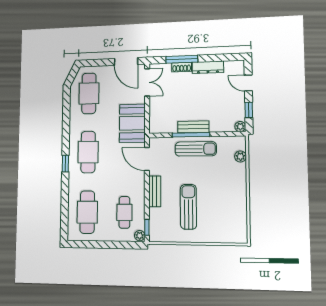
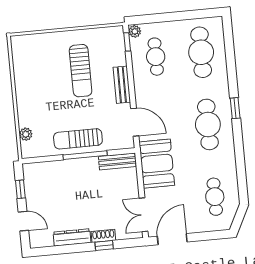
window: (182, 59) -> (104, 246), width x0.46
door: (126, 62) -> (172, 239), hinge flipped
cafe table: (89, 93) -> (215, 197), width x0.73, depth x0.74
bench: (193, 127) -> (117, 162), moved
plant: (240, 127) -> (29, 169), removed

